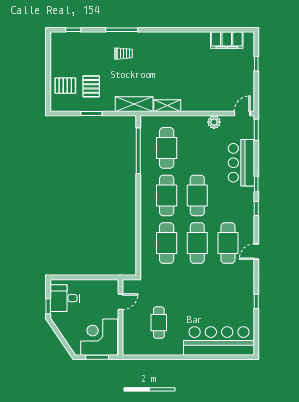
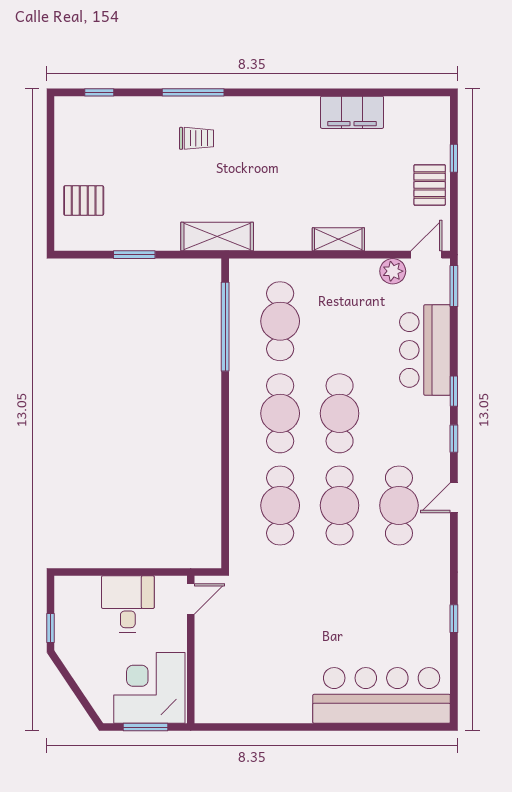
filing cabinet: (227, 40) -> (352, 112), moved
pallet: (91, 86) -> (430, 185), moved
shelving: (167, 106) -> (338, 239), moved
plant: (214, 122) -> (393, 271), moved
door: (256, 252) -> (454, 498), moved
desk: (65, 298) -> (128, 604), moved, turned 90
door: (120, 302) -> (191, 599), moved
cafe table: (159, 323) -> (265, 660), removed

